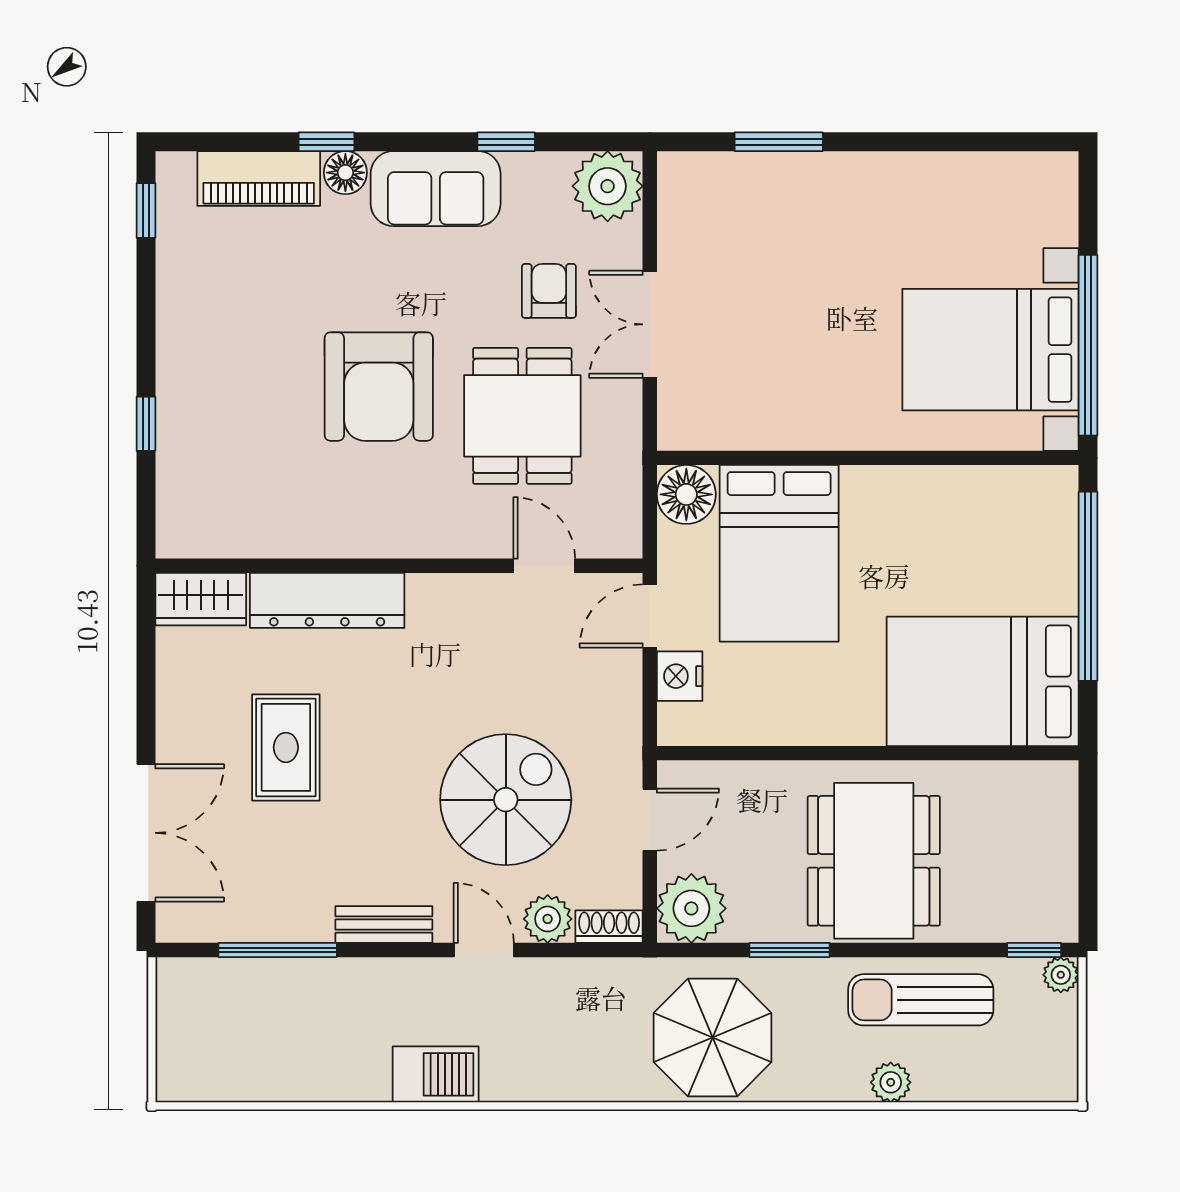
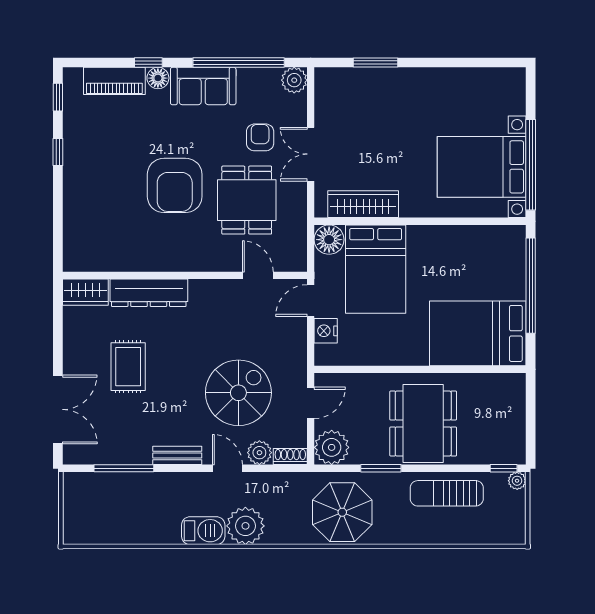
window: (506, 142) -> (239, 62), width x3.17
plant: (608, 186) -> (294, 80), width x0.73, depth x0.73
window: (146, 424) -> (58, 152), moved
wardrobe: (754, 424) -> (363, 204), added
plant: (891, 1082) -> (245, 526), moved, width x1.87, depth x1.87

